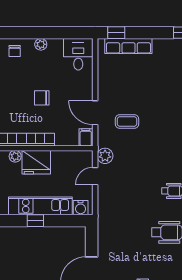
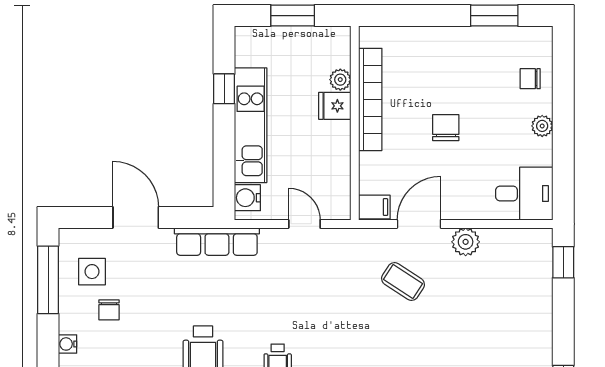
row of seats: (128, 46) -> (217, 242), moved, turned -90
coffee table: (127, 121) -> (403, 281), turned -57
plant: (105, 156) -> (466, 242), moved
fridge: (36, 162) -> (335, 106), width x0.53, depth x0.75
window: (35, 221) -> (224, 89), moved

